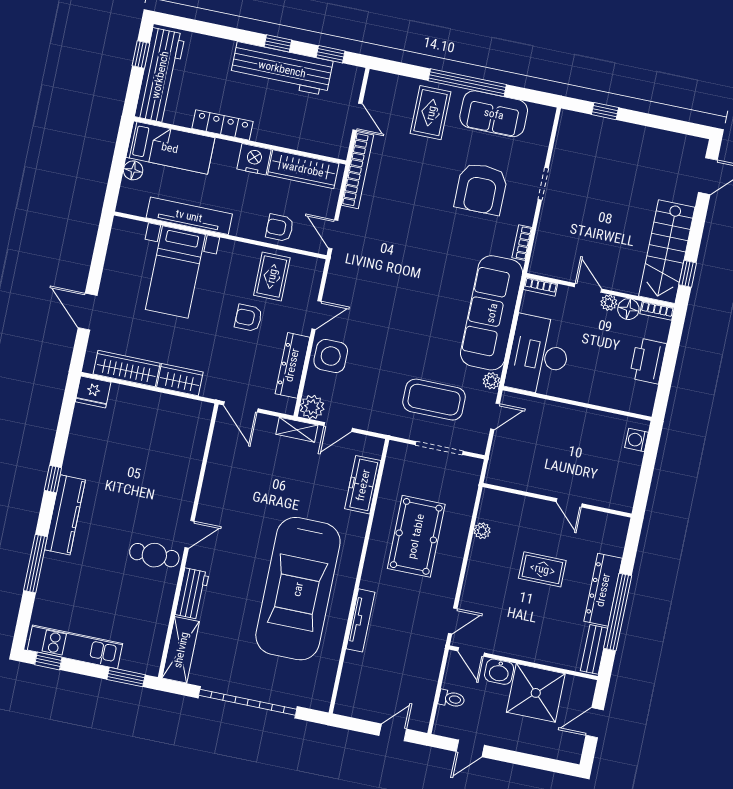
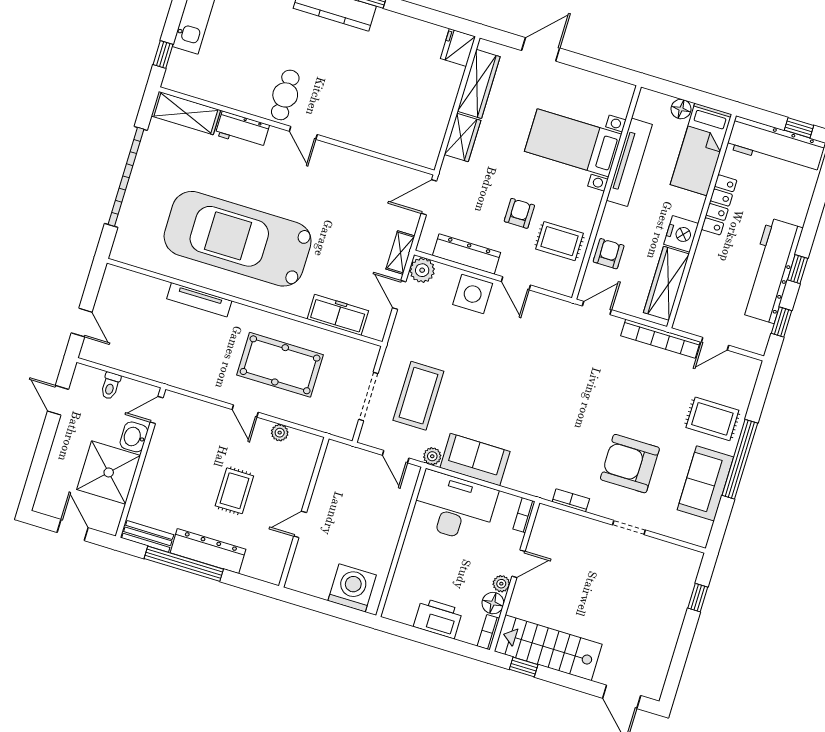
sofa: (492, 313) -> (475, 460), width x0.54, depth x0.79
washing machine: (637, 440) -> (352, 588), width x1.89, depth x1.89
door: (453, 621) -> (245, 411), moved
window: (126, 677) -> (163, 55), width x0.67

